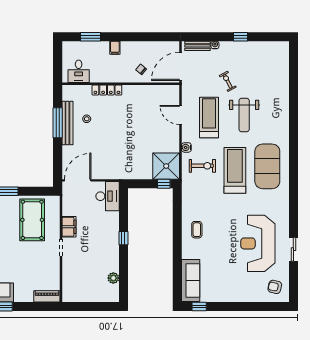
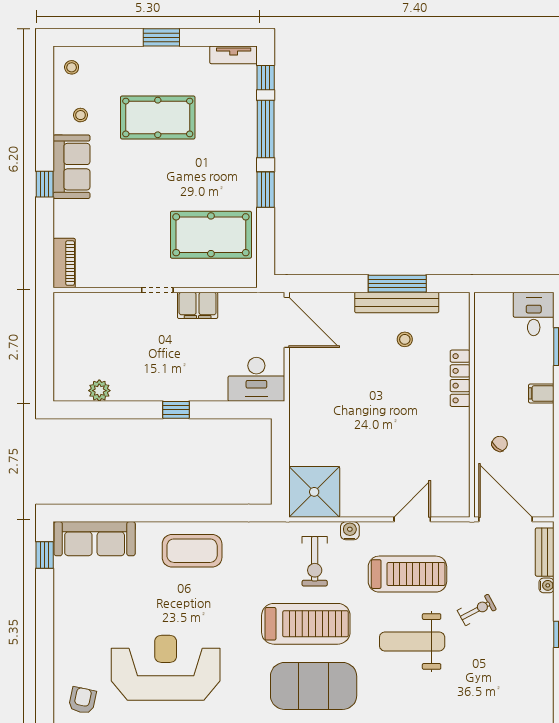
desk: (79, 71) -> (534, 314), moved, turned 90
window: (164, 184) -> (280, 487), removed
coffee table: (197, 230) -> (192, 551), width x1.86, depth x1.72

